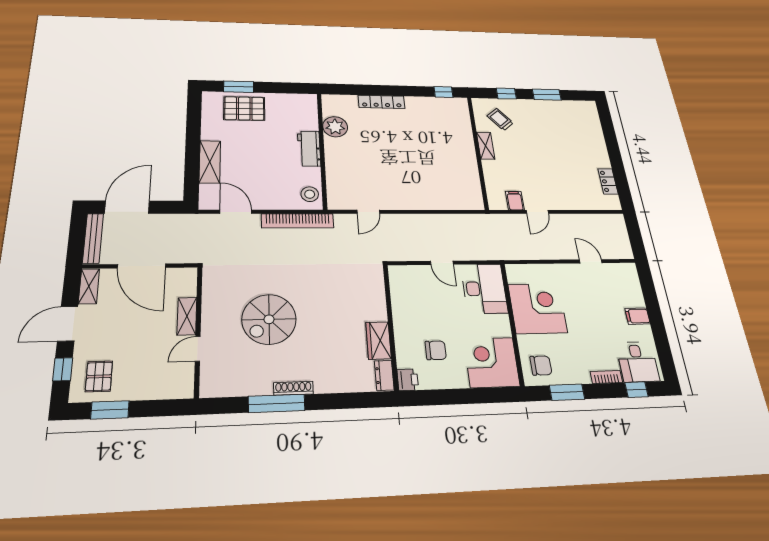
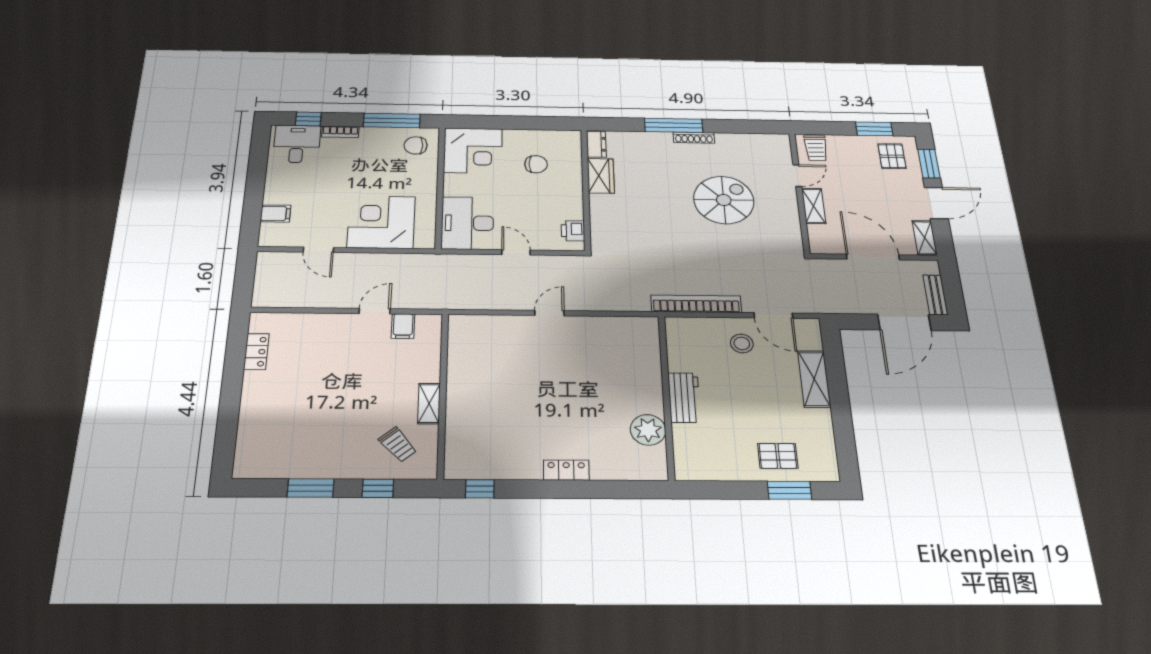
locker: (382, 102) -> (566, 470), width x0.66
pallet: (244, 108) -> (778, 456), width x0.67, depth x0.71
stool: (310, 194) -> (742, 343), moved
door: (368, 212) -> (549, 313), moved
bench: (93, 238) -> (935, 295), width x0.73
corner desk: (538, 308) -> (381, 222), moved, turned 90
filing cabinet: (638, 316) -> (275, 214), moved
chair: (436, 350) -> (536, 164), turned 180
window: (63, 369) -> (929, 164), width x1.50
printer: (408, 380) -> (573, 231), moved
trolley: (175, 382) -> (816, 148), added
window: (567, 392) -> (392, 120), width x1.44
window: (277, 403) -> (674, 125), moved

